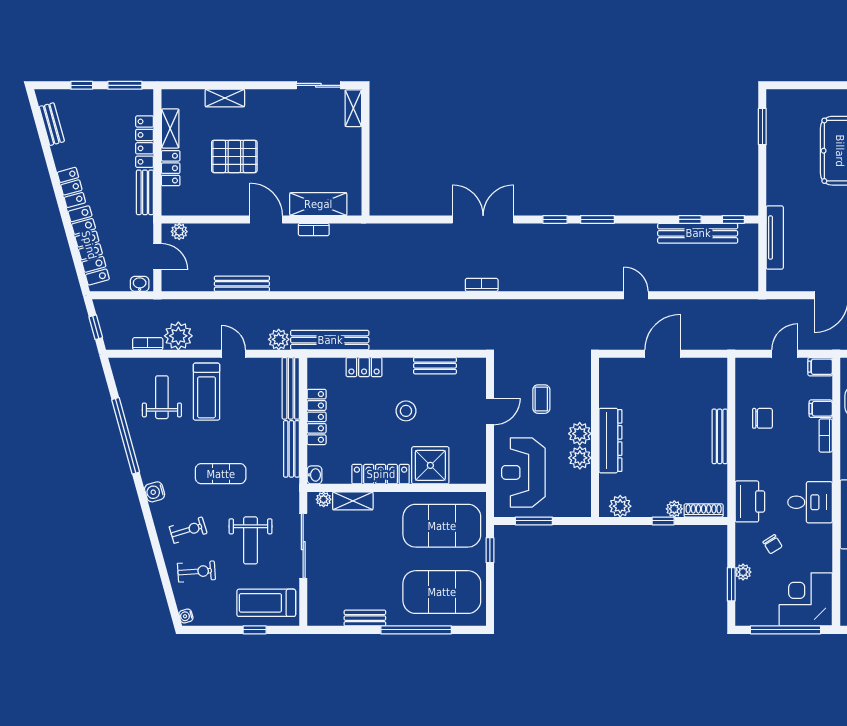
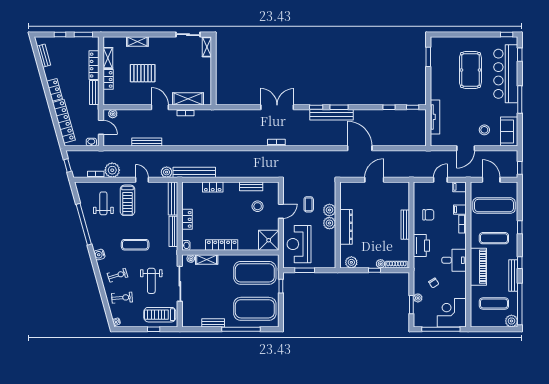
bench: (698, 233) -> (331, 115), moved
door: (636, 295) -> (360, 148), width x1.87
stool: (406, 411) -> (258, 206), moved
locker: (317, 417) -> (187, 219), width x0.66
plant: (580, 458) -> (329, 210), moved
shower: (430, 465) -> (269, 240), moved
printer: (750, 501) -> (421, 246), moved

